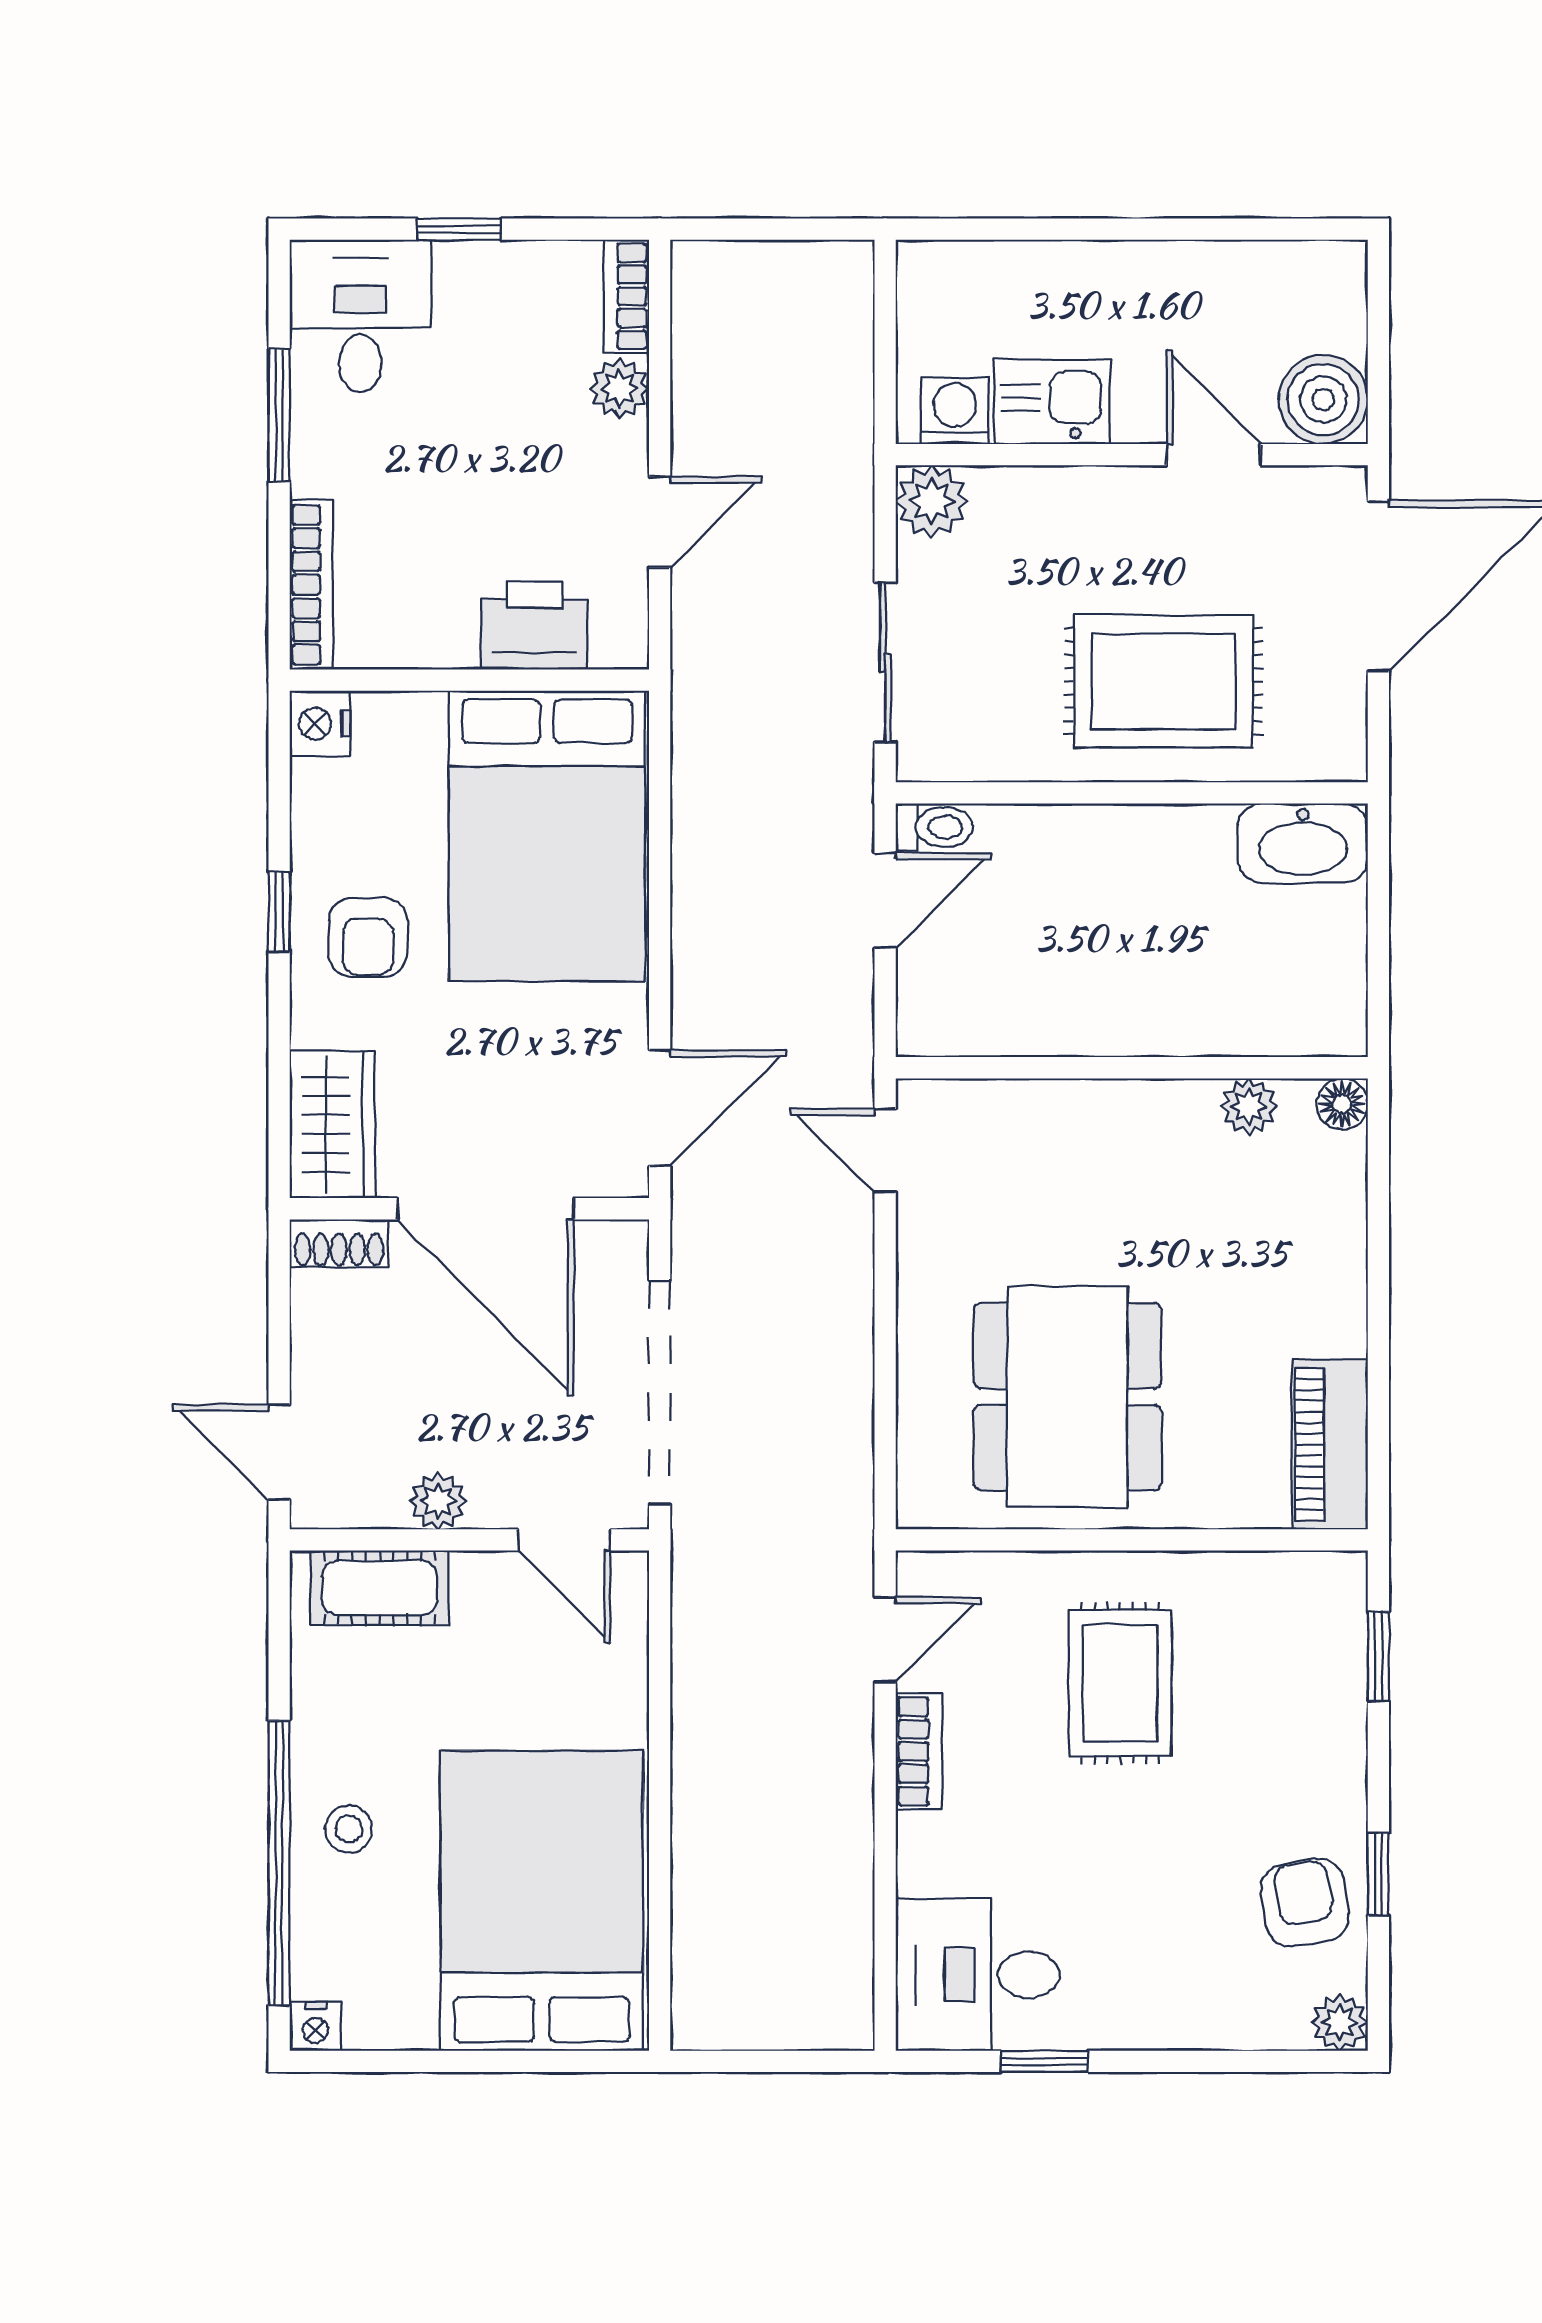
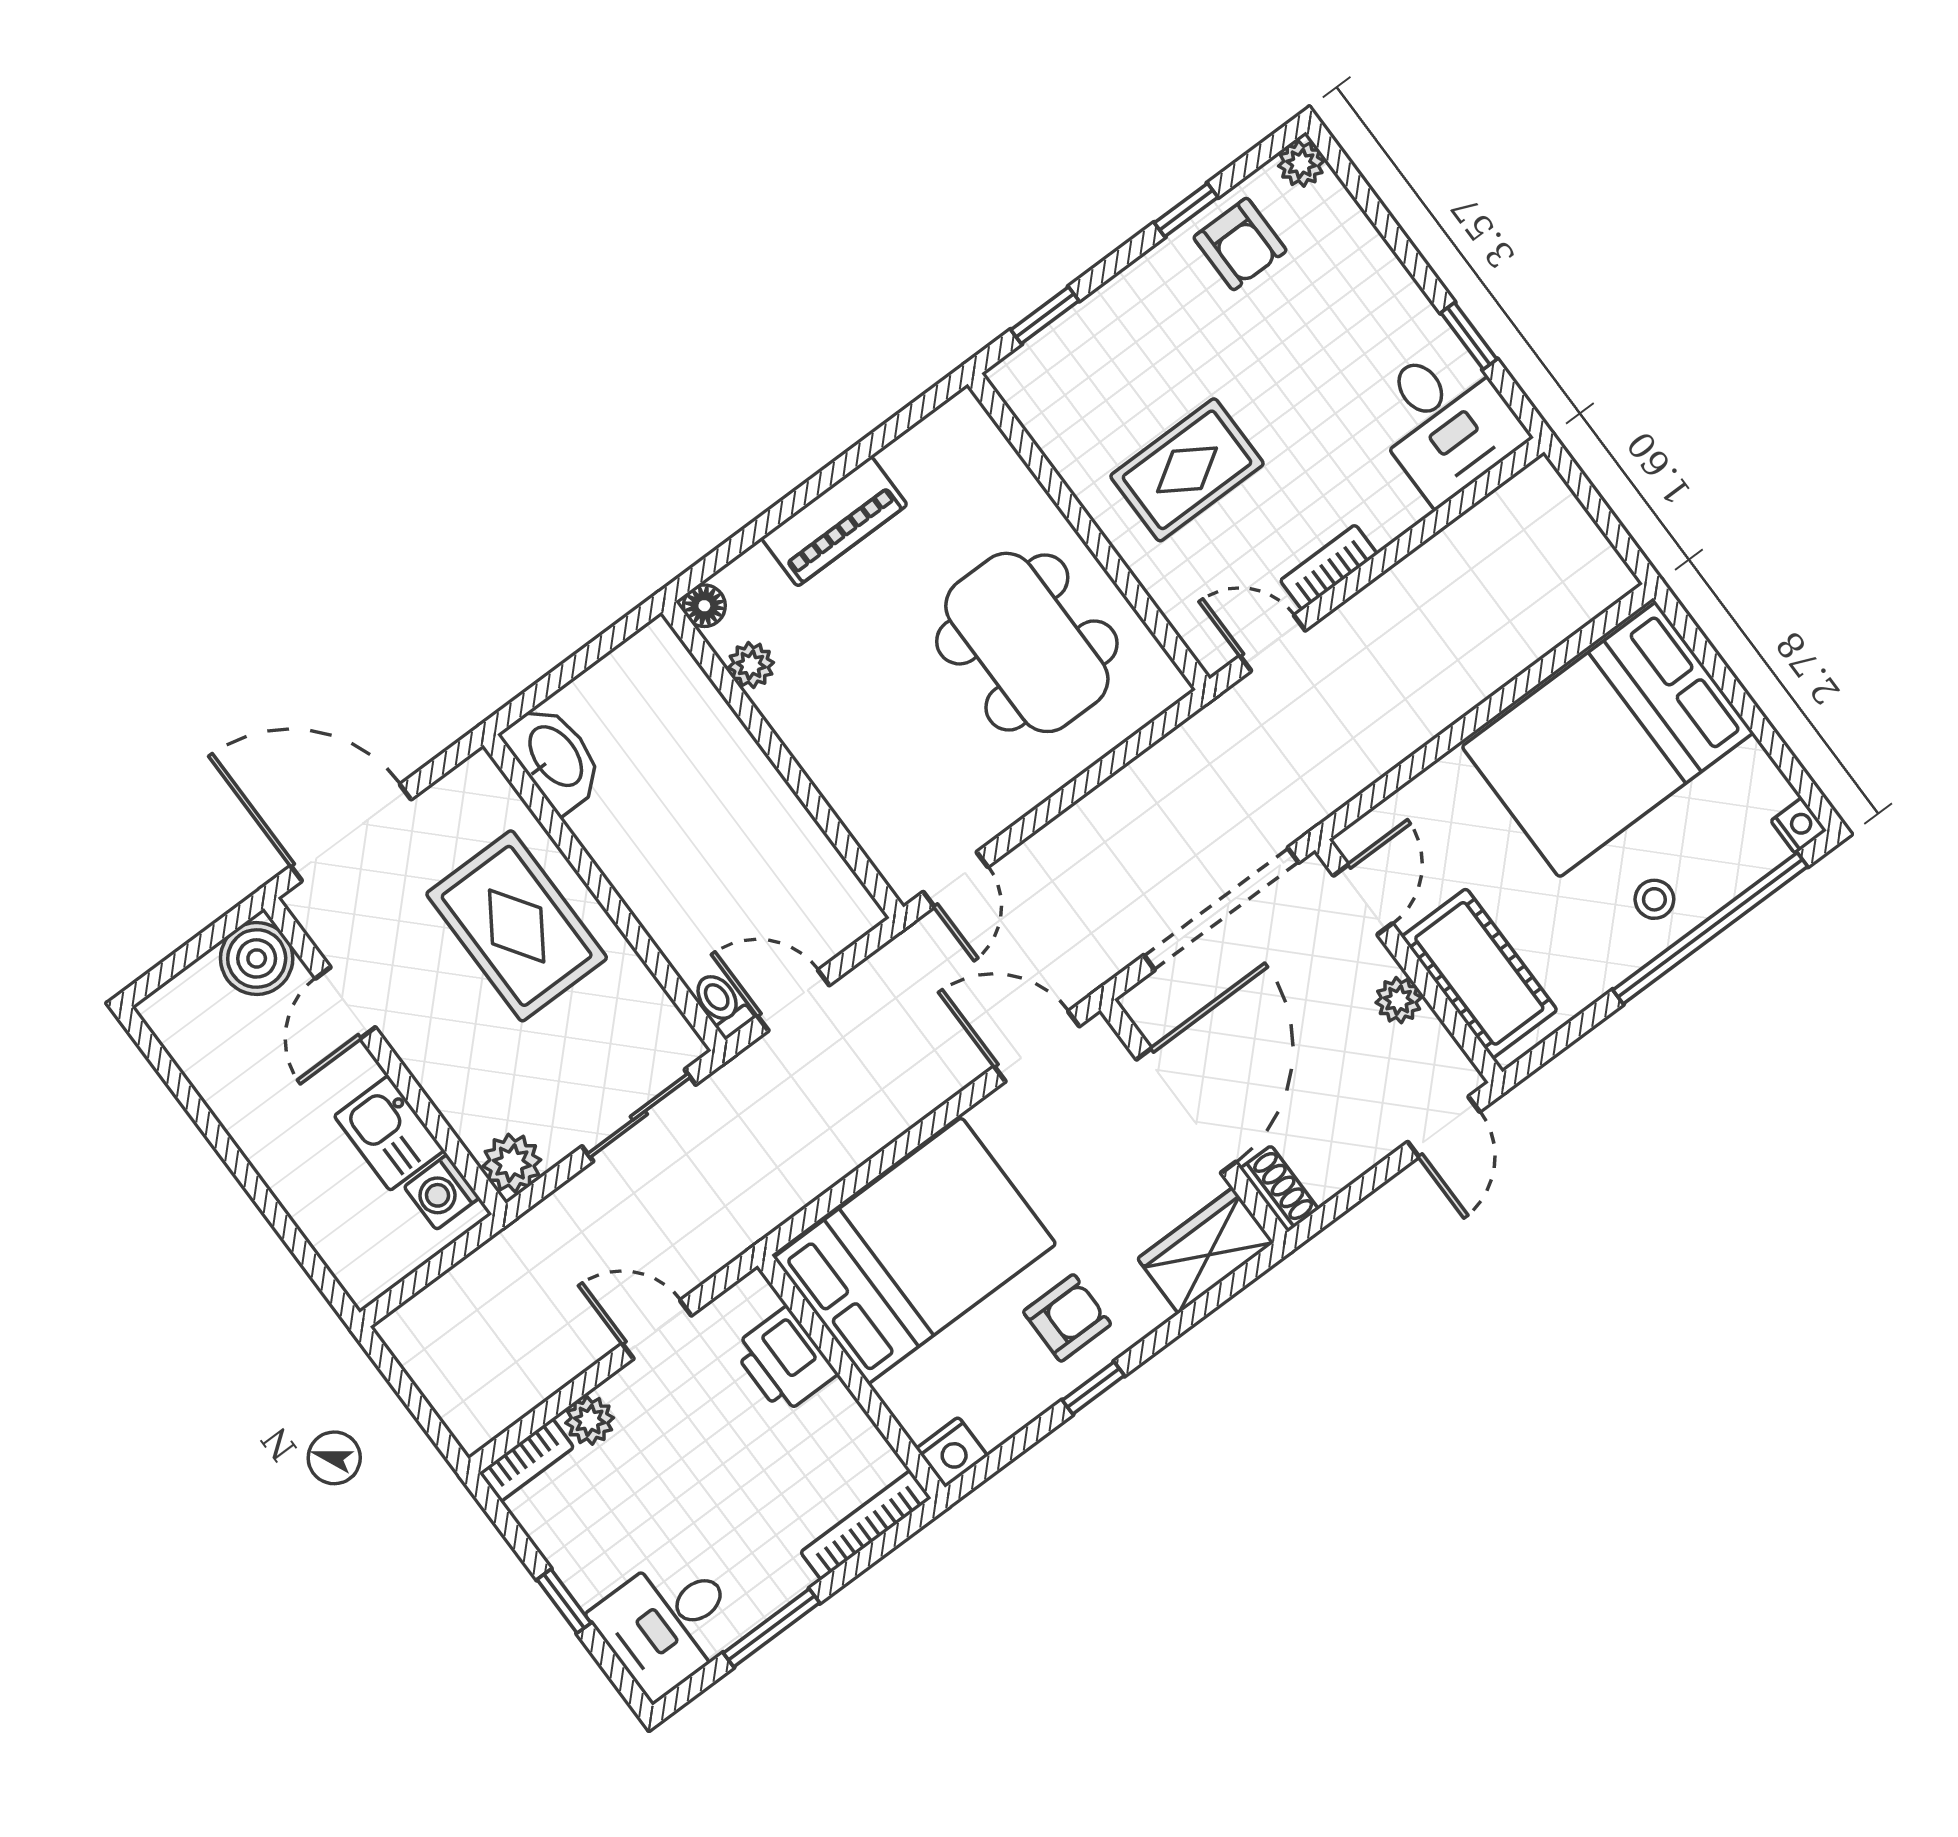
dining table: (1067, 1397) -> (1027, 642), turned 90
piano: (1330, 1444) -> (834, 521), moved
cot: (379, 1588) -> (1479, 973), width x1.37, depth x1.34
armchair: (1305, 1902) -> (1240, 244), turned -80

